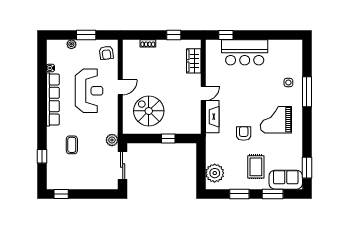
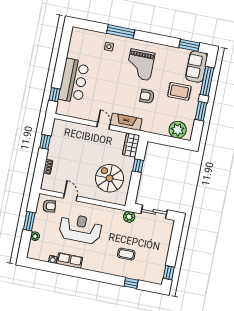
wardrobe: (194, 61) -> (131, 145), moved, turned 90
door: (120, 87) -> (70, 197), moved
row of seats: (53, 100) -> (70, 261), width x0.50
spiral stairs: (149, 111) -> (109, 178), turned 90
window: (273, 194) -> (207, 81), width x1.44

